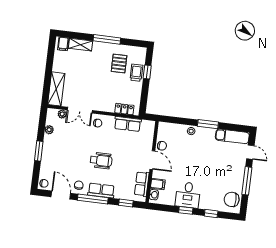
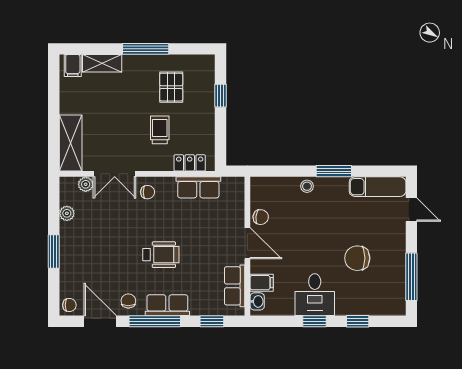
trolley: (136, 73) -> (160, 130), moved
window: (247, 181) -> (411, 277), moved
chair: (232, 199) -> (357, 258), moved

